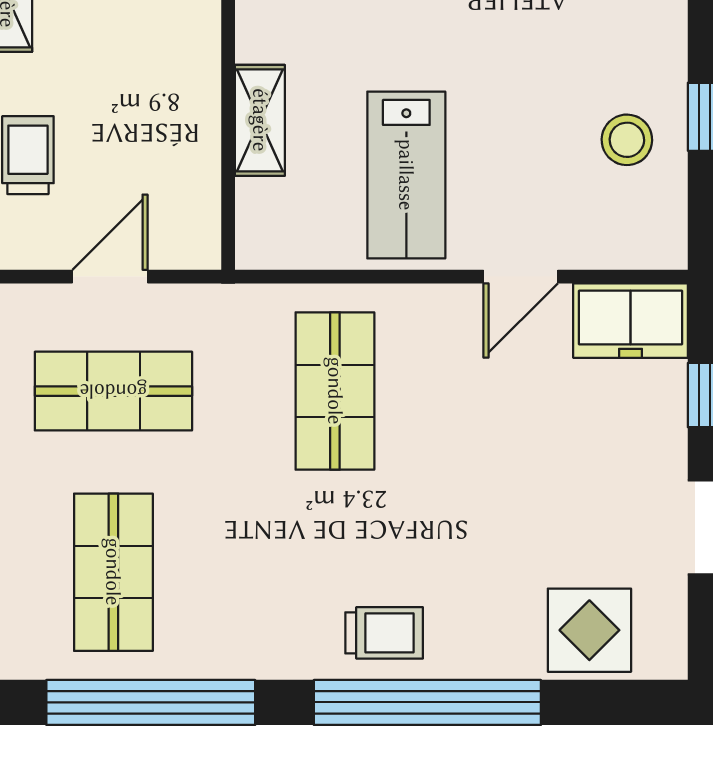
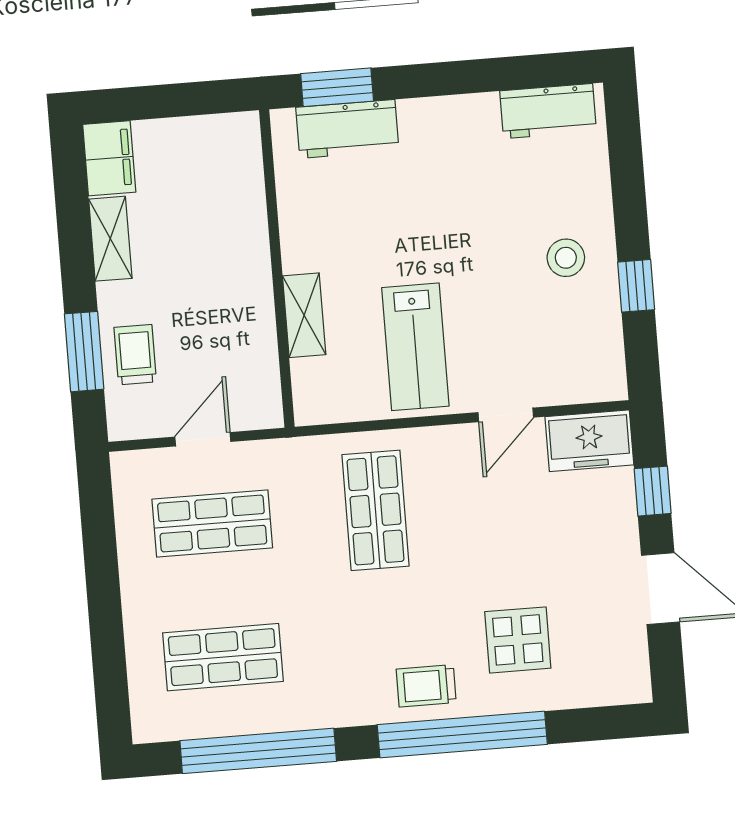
stool: (627, 140) -> (566, 258), moved
shop shelf: (113, 572) -> (223, 657), turned 90
display table: (589, 630) -> (518, 640), moved
trolley: (384, 633) -> (426, 686), turned 180

